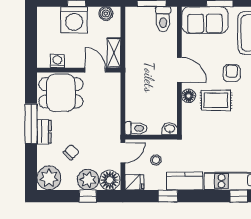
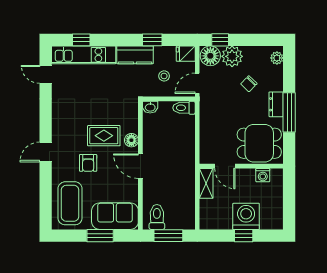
boiler: (106, 14) -> (214, 223), removed
plant: (49, 178) -> (277, 58), width x0.53, depth x0.53
window: (88, 196) -> (220, 40), moved

